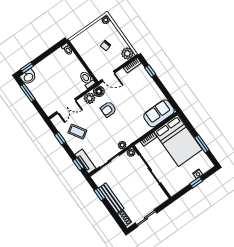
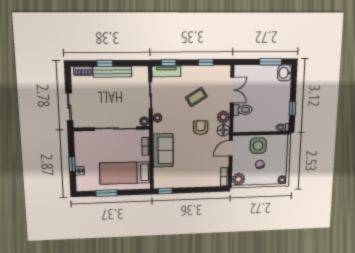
side table: (93, 57) -> (258, 146), added
window: (27, 68) -> (292, 108), moved
window: (150, 71) -> (165, 191), moved
toilet: (87, 79) -> (243, 110), moved
double door: (66, 106) -> (232, 90), swing flipped
sofa: (159, 113) -> (163, 150), moved
coffee table: (77, 132) -> (196, 97), moved
bed: (178, 141) -> (125, 173), width x0.67
window: (100, 194) -> (105, 63), moved
sliding door: (146, 218) -> (69, 107), moved

